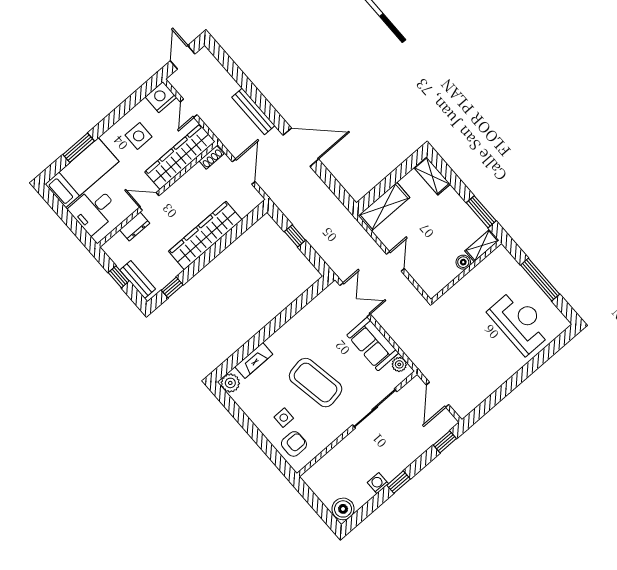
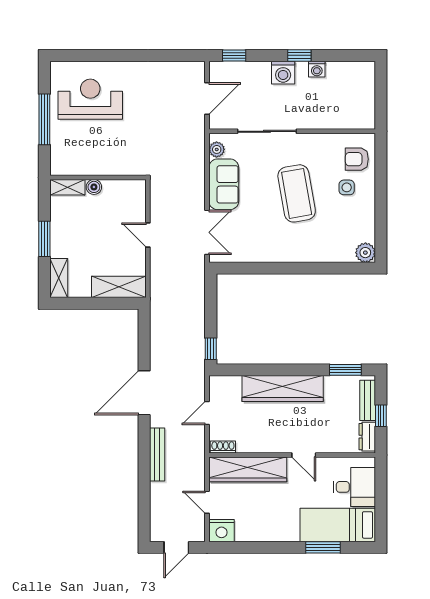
door: (189, 108) -> (207, 502), swing flipped
side table: (139, 136) -> (267, 515), removed
door: (301, 147) -> (144, 393), hinge flipped
door: (244, 172) -> (207, 413), width x0.73
window: (481, 212) -> (44, 239), moved
dresser: (135, 227) -> (367, 437), moved, turned -90
window: (295, 236) -> (211, 349), moved
door: (395, 261) -> (148, 235), hinge flipped
window: (172, 287) -> (345, 370), width x1.50
double door: (355, 300) -> (207, 232), swing flipped
reception desk: (520, 322) -> (90, 99), turned 90
fireplace: (254, 360) -> (331, 254), removed
washing machine: (400, 460) -> (283, 73), added
boiler: (343, 509) -> (363, 73), removed

